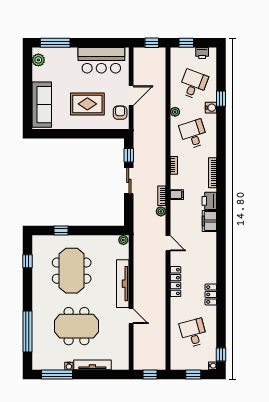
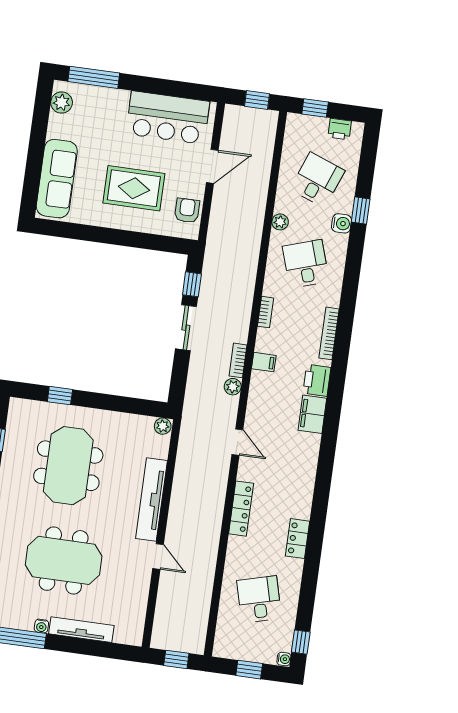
door: (131, 96) -> (212, 166), moved

